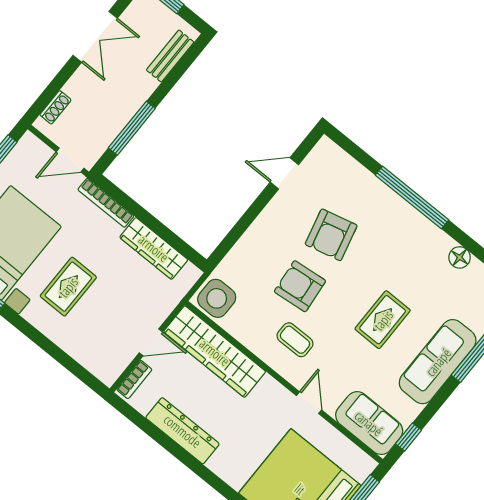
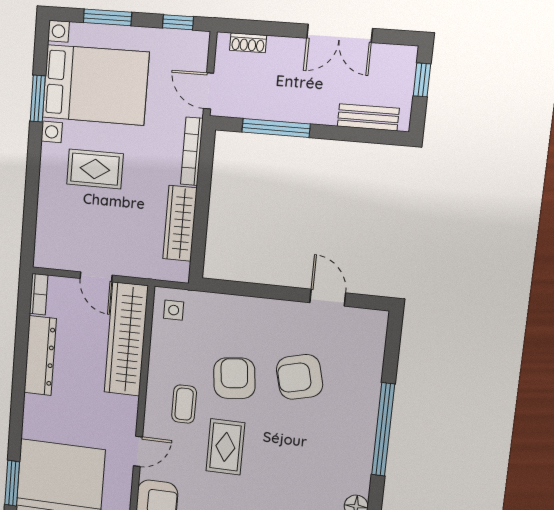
side table: (217, 298) -> (174, 310), width x0.54, depth x0.54
rug: (383, 320) -> (225, 447), moved, turned 90
bookcase: (134, 379) -> (39, 294), moved, turned -90

